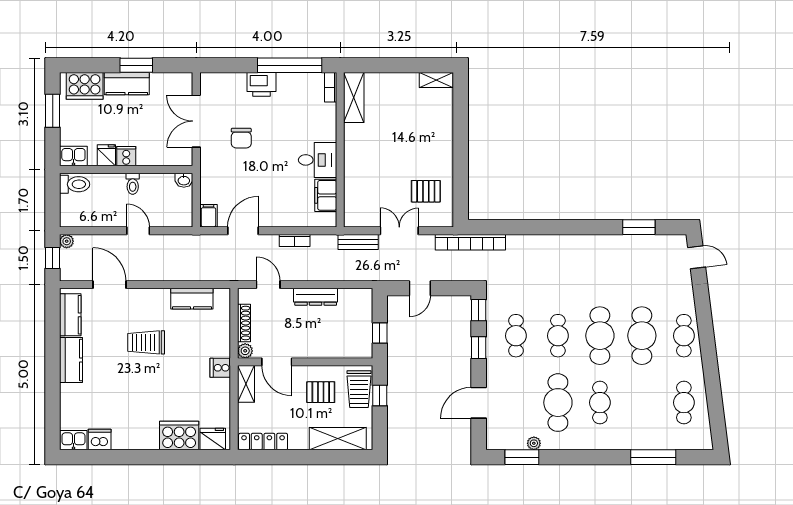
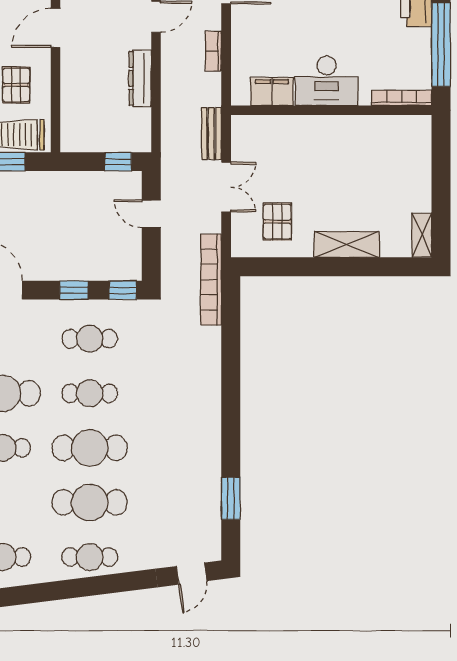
bookcase: (331, 87) -> (402, 98), width x1.56
shelving: (354, 98) -> (347, 244), moved
desk: (317, 160) -> (327, 81), width x1.37
window: (380, 333) -> (118, 162), moved

